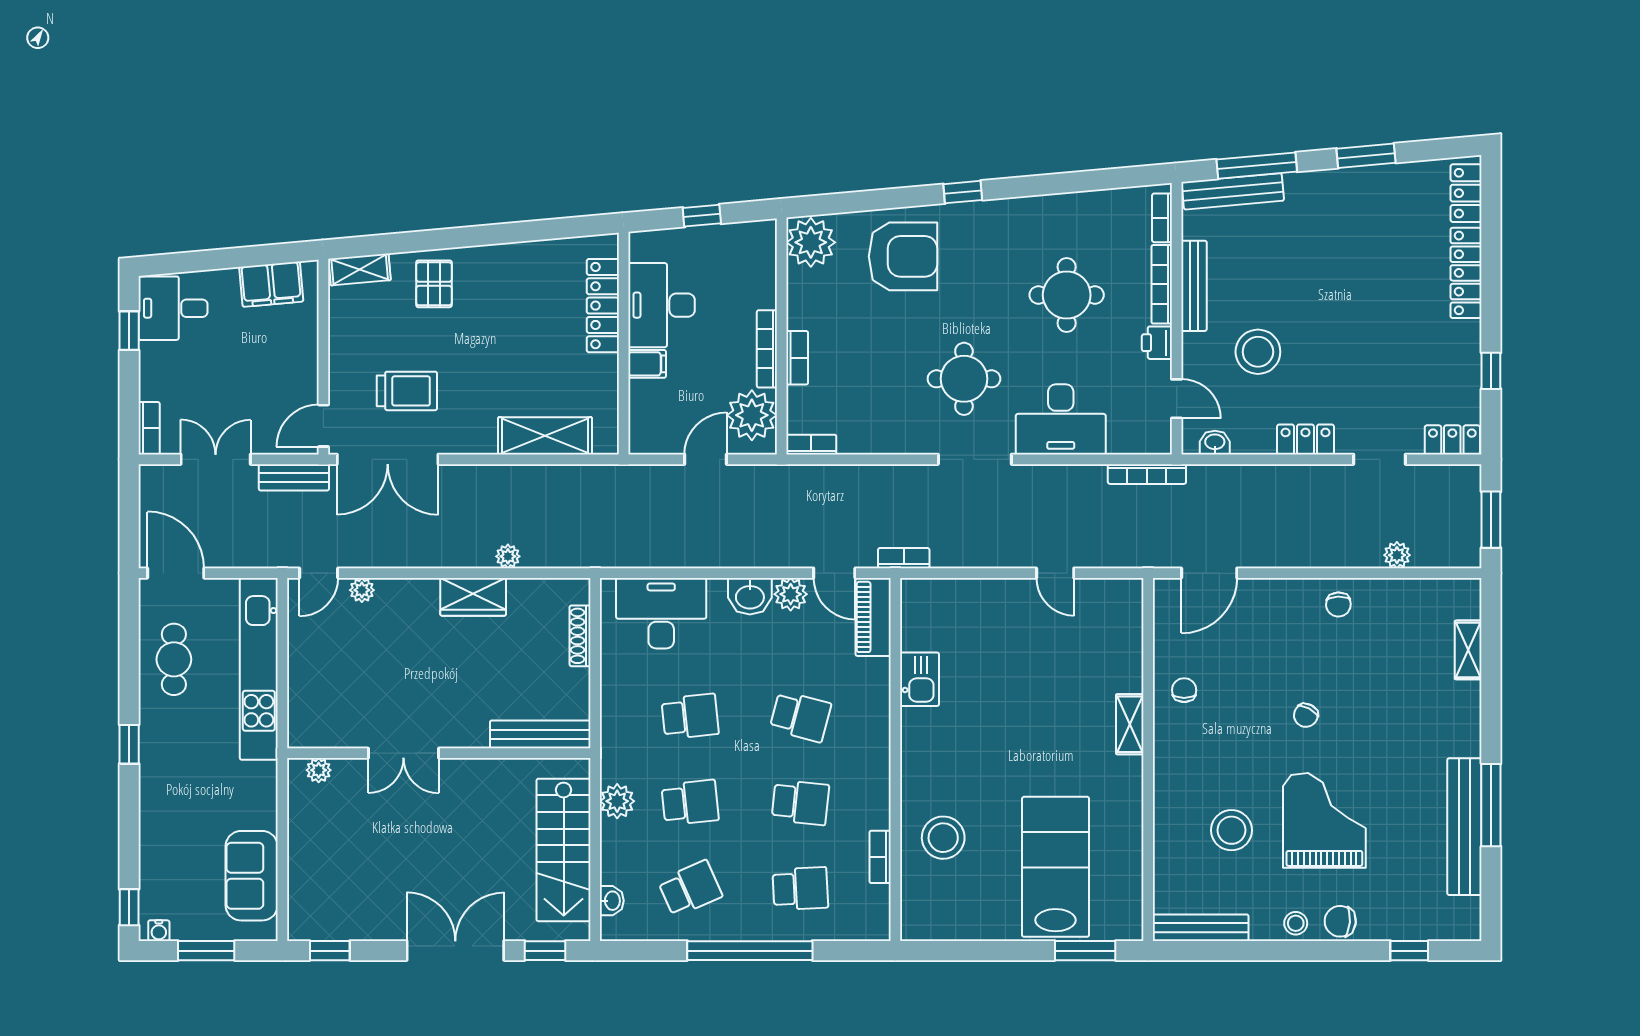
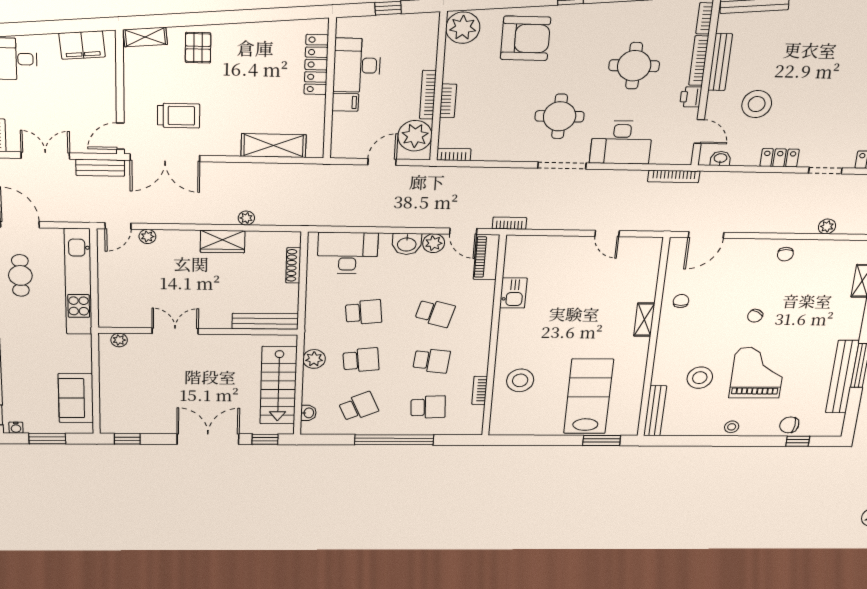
double door: (403, 753) -> (175, 331), swing flipped
chair: (1340, 921) -> (789, 425), moved
bench: (1201, 928) -> (655, 411), moved, turned 90

